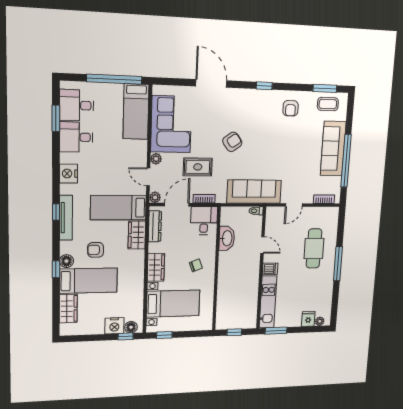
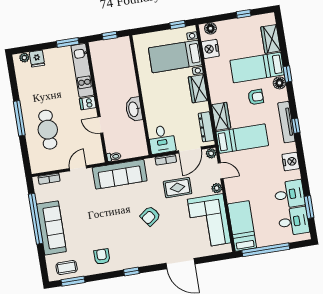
washbasin: (227, 238) -> (134, 109), moved
chair: (196, 265) -> (161, 96), removed
nightstand: (114, 326) -> (210, 49), moved, turned -90
window: (126, 336) -> (244, 14), moved

